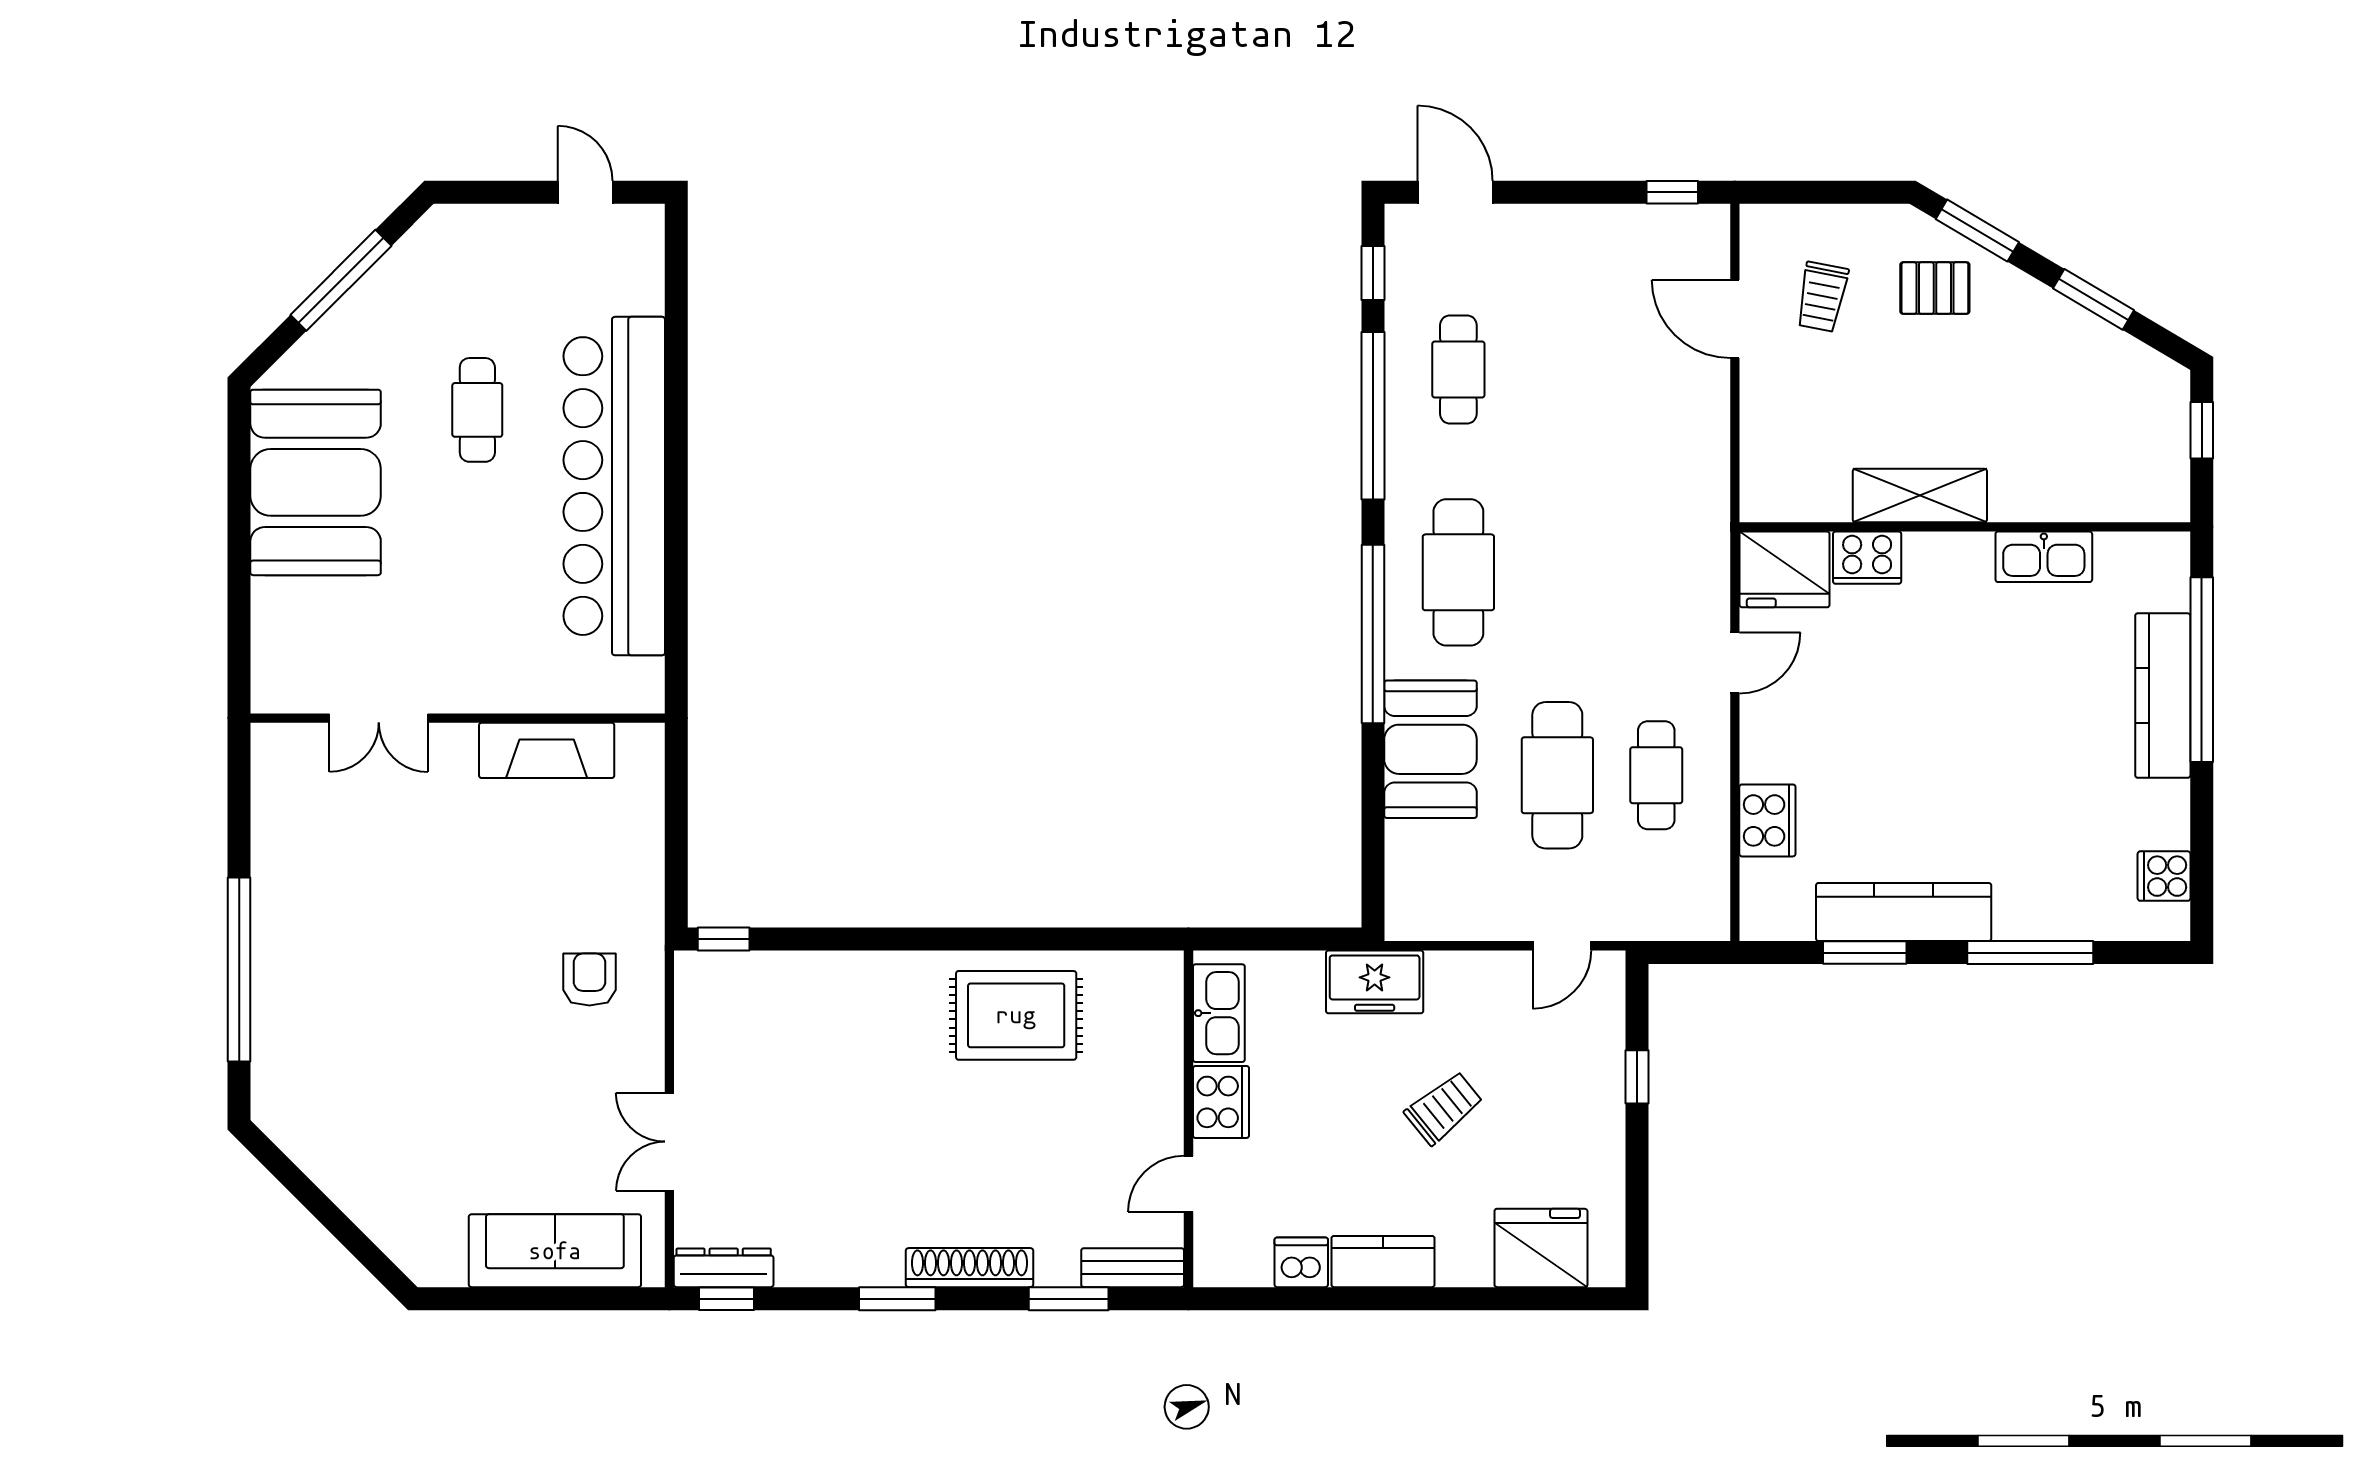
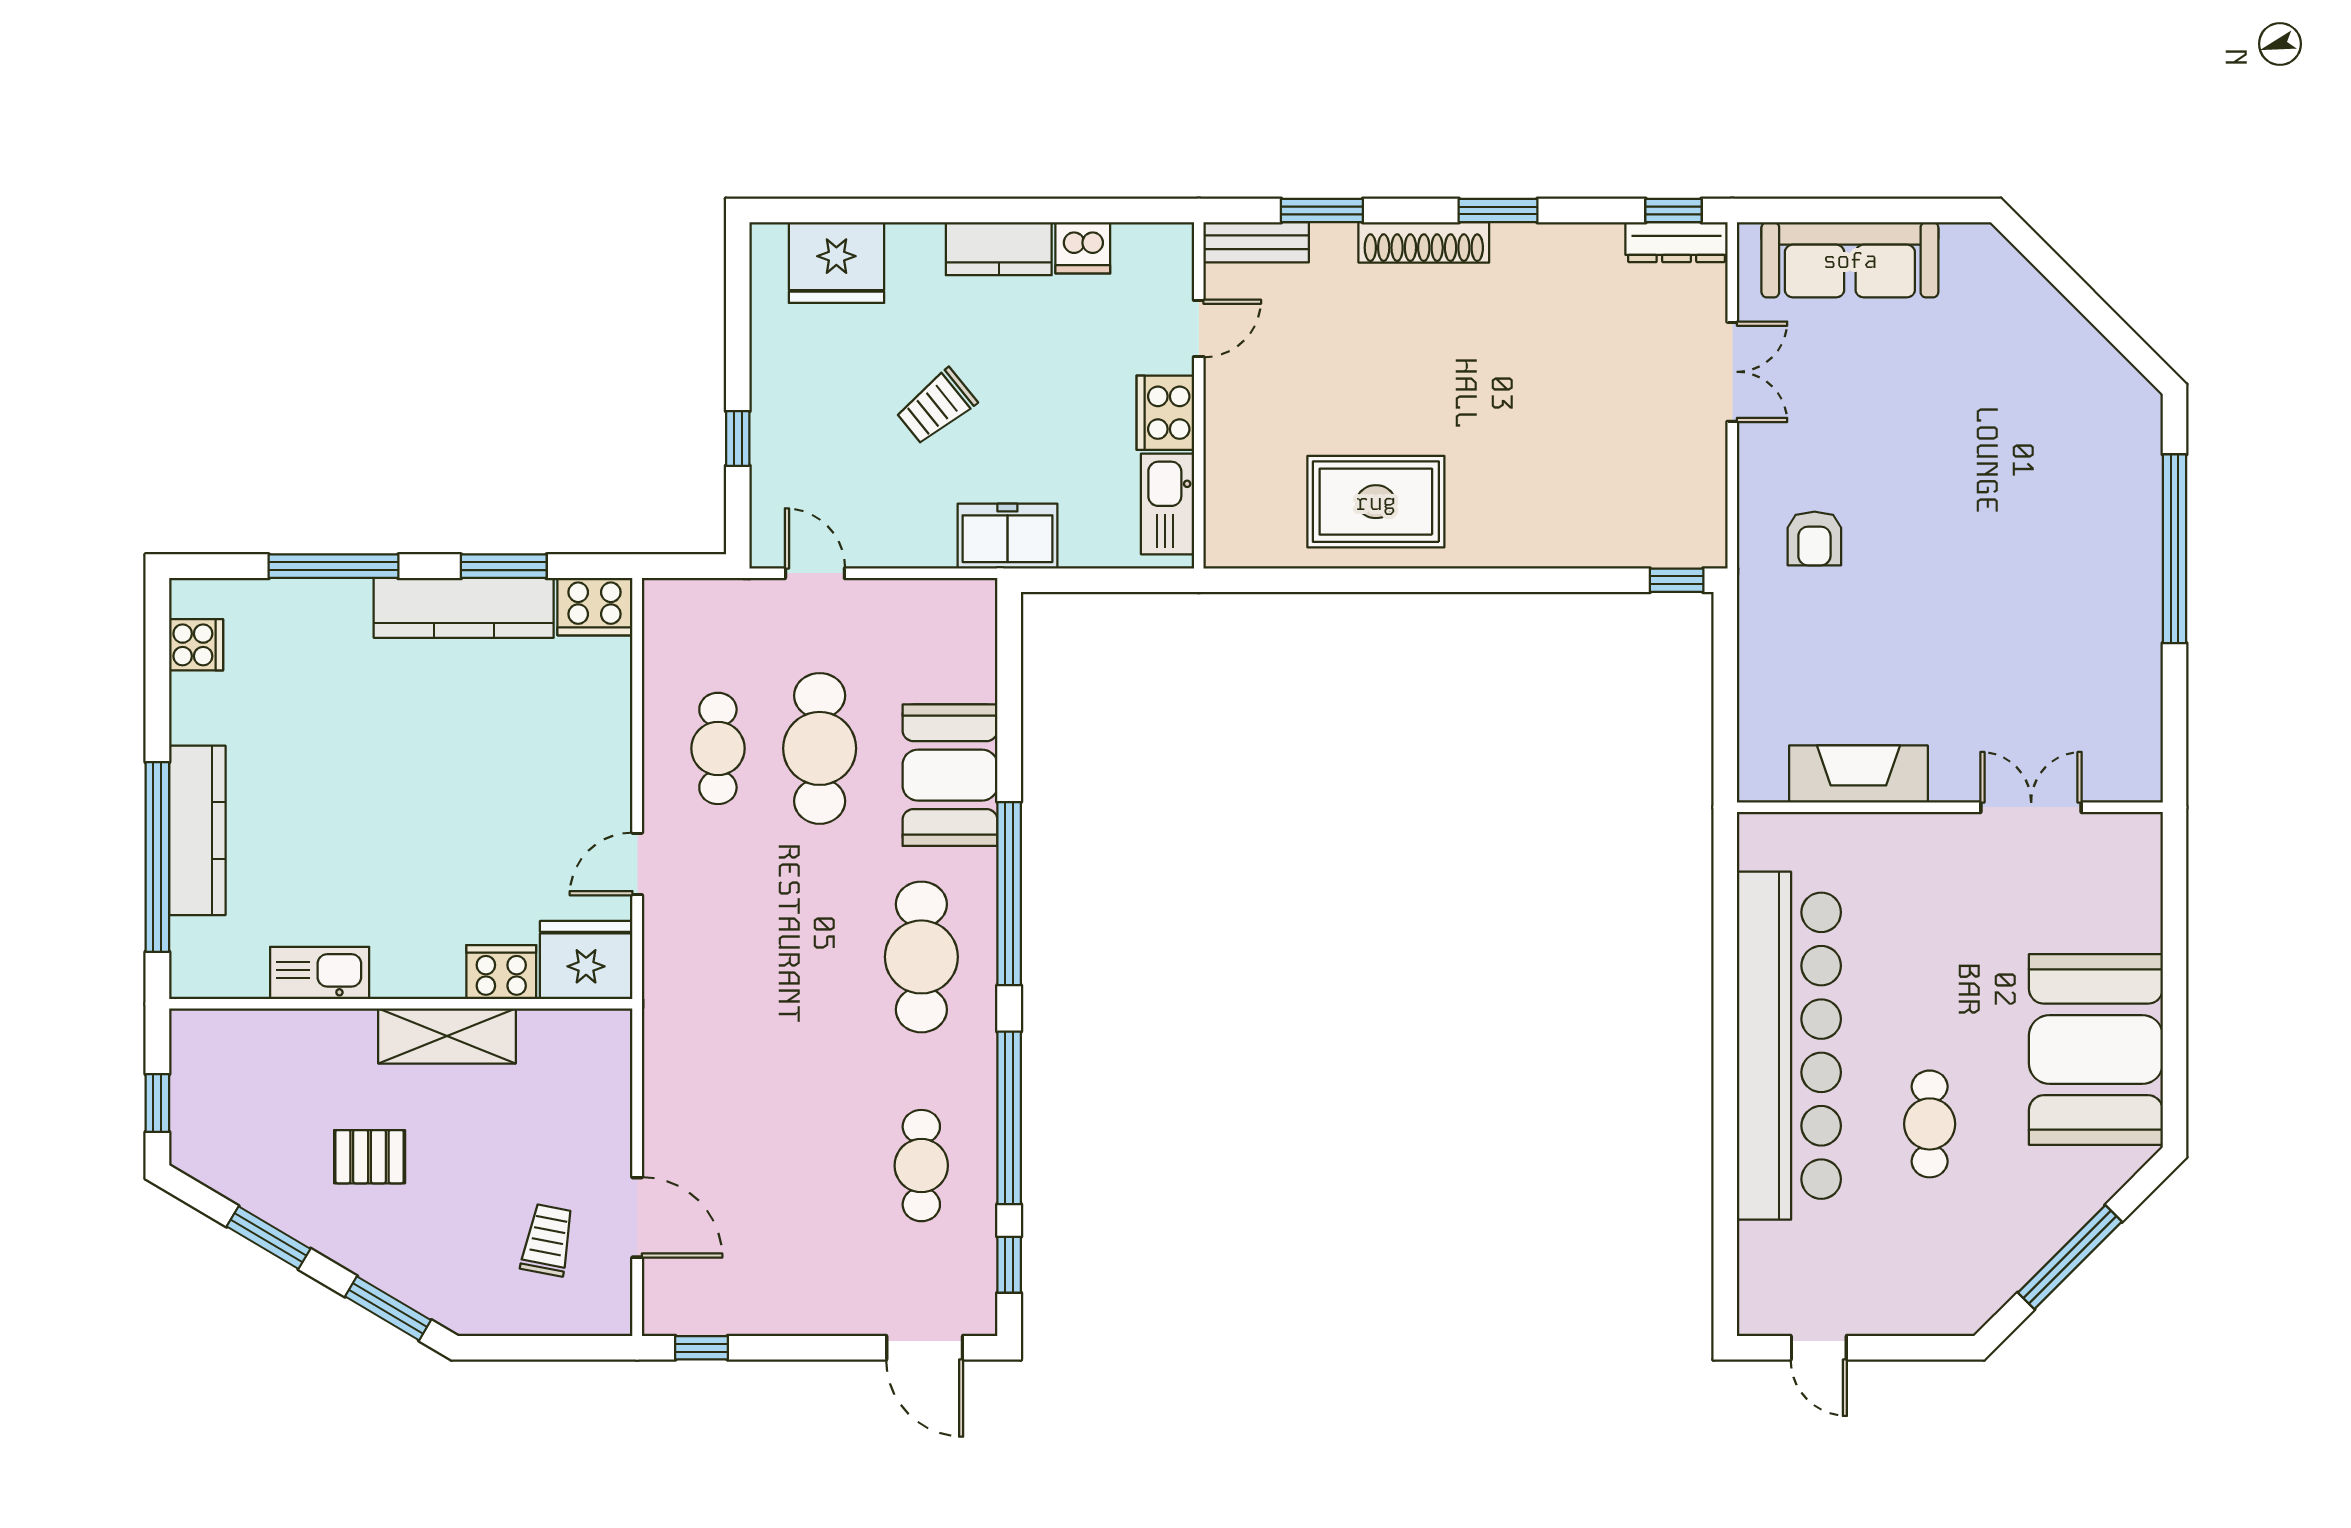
pallet: (1935, 288) -> (370, 1157), moved
cooker: (1767, 820) -> (594, 607), moved, turned -90
door: (1562, 946) -> (815, 573), hinge flipped

